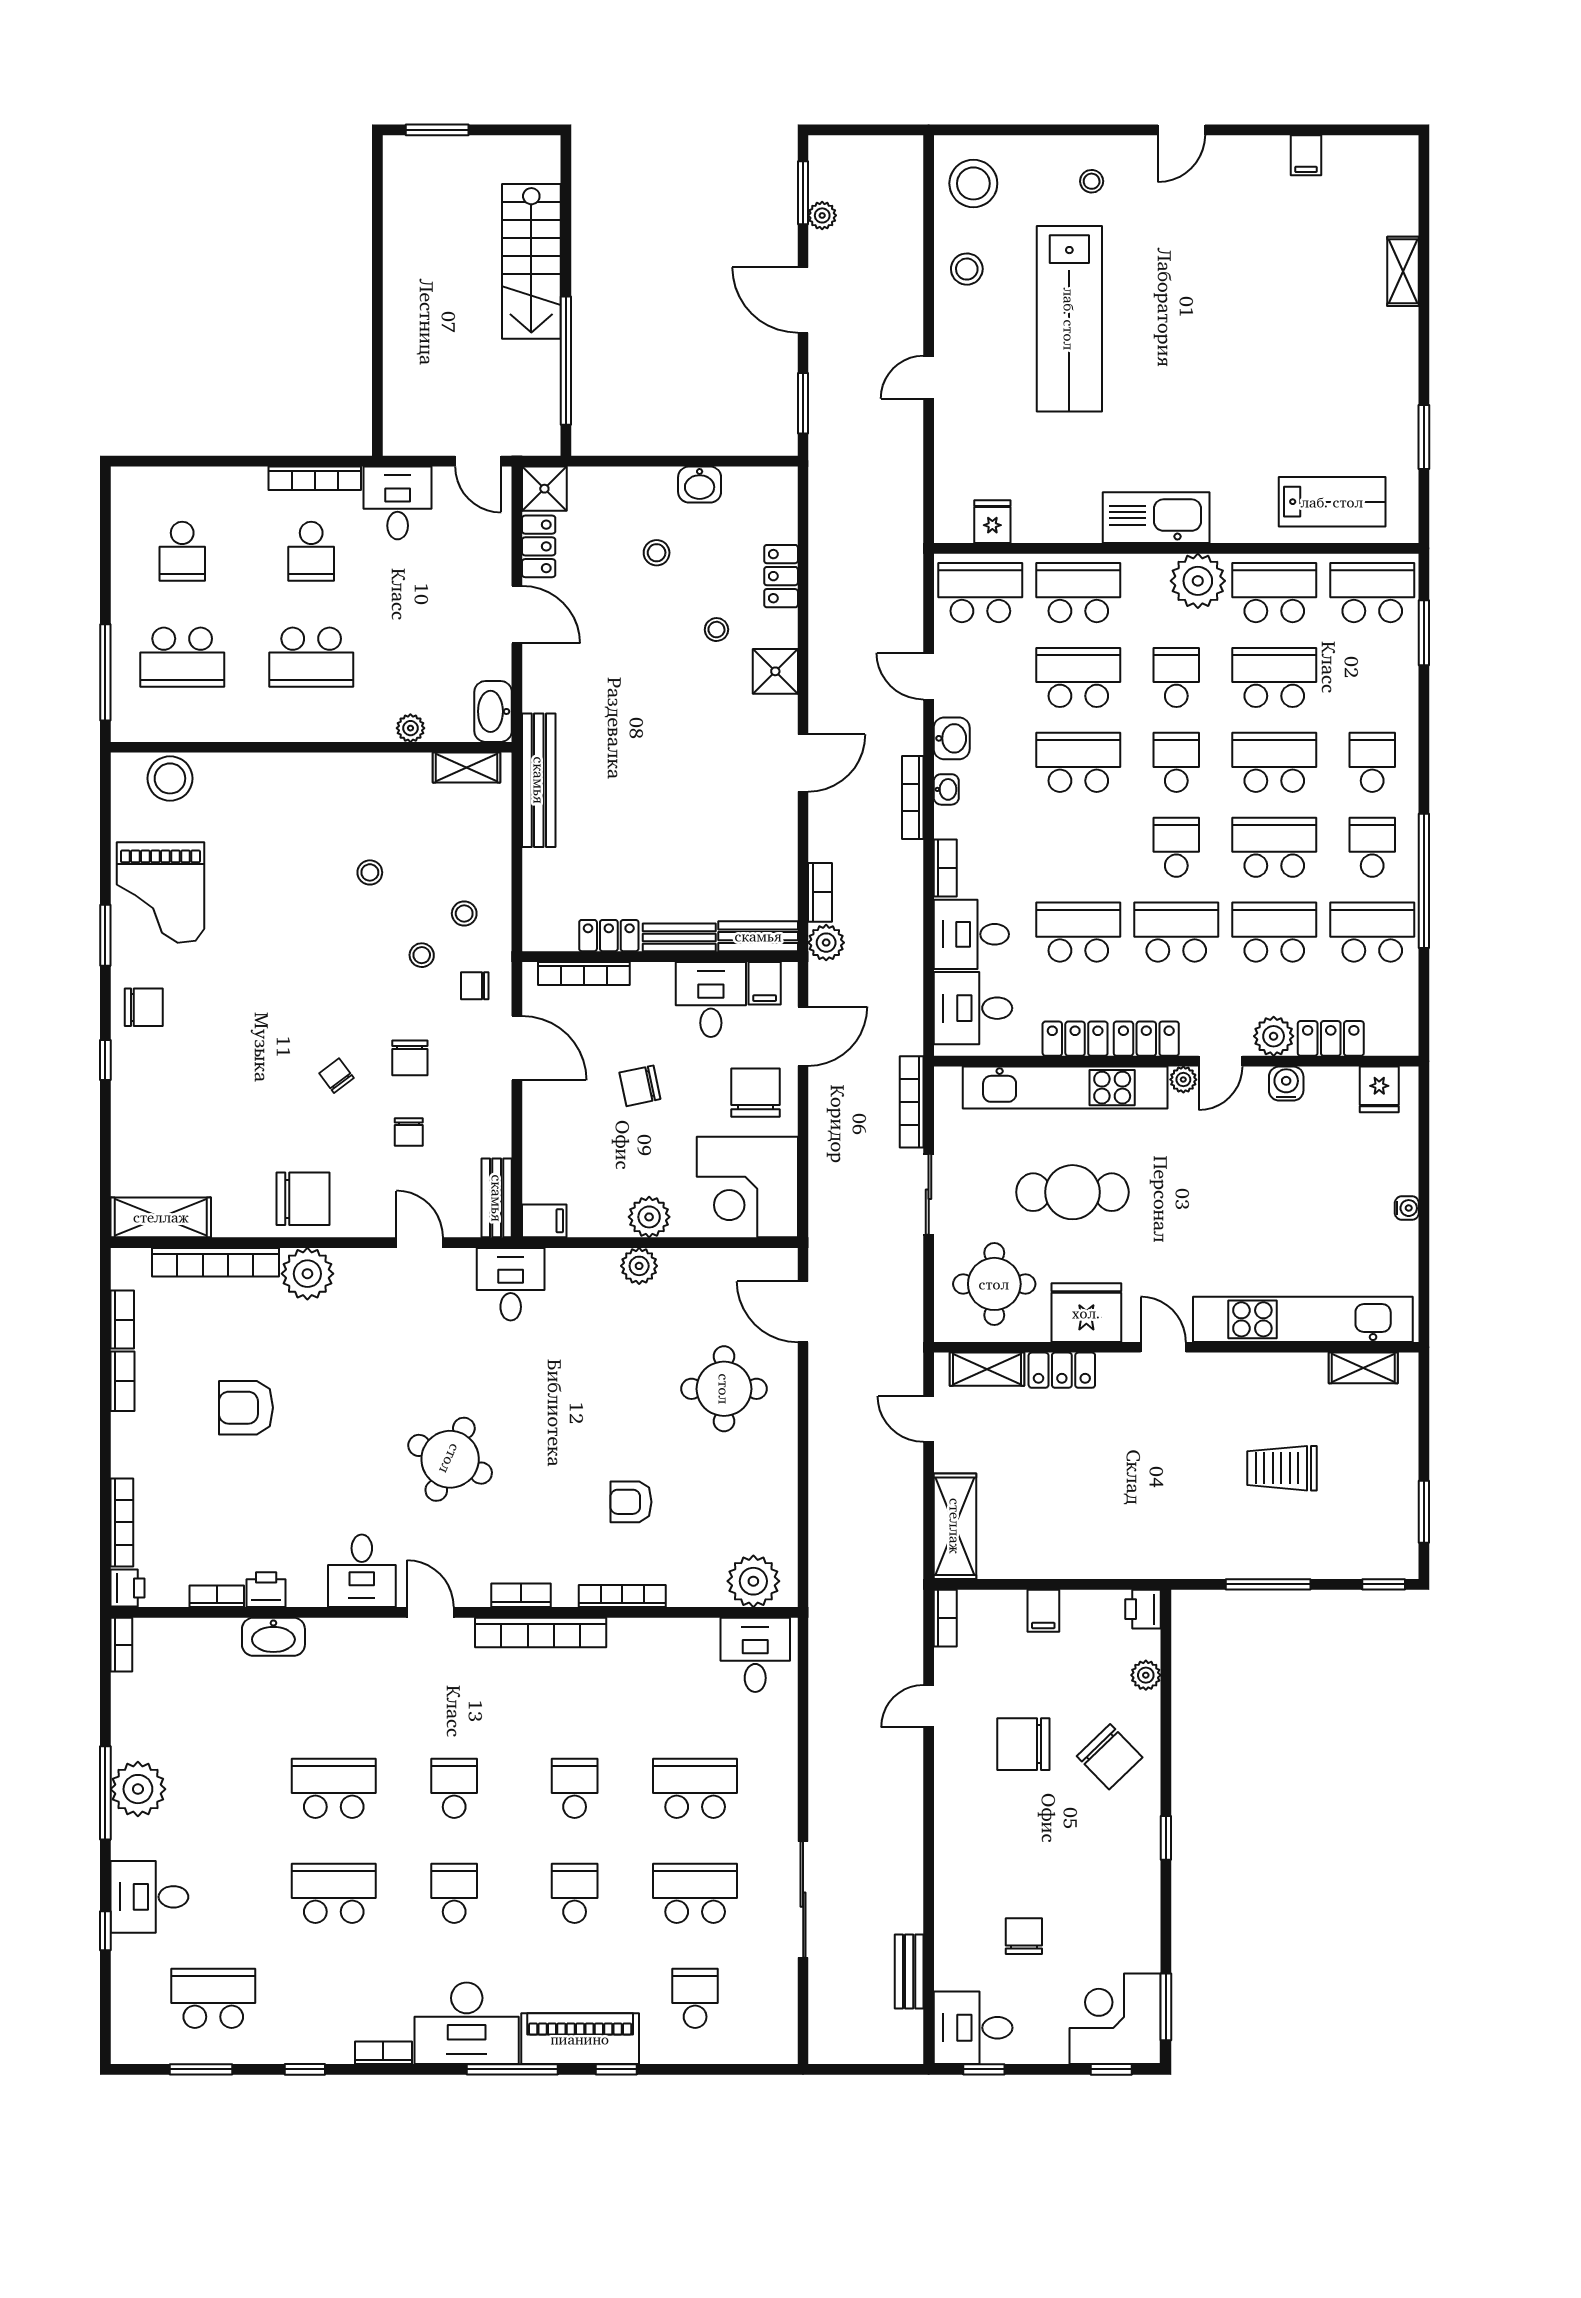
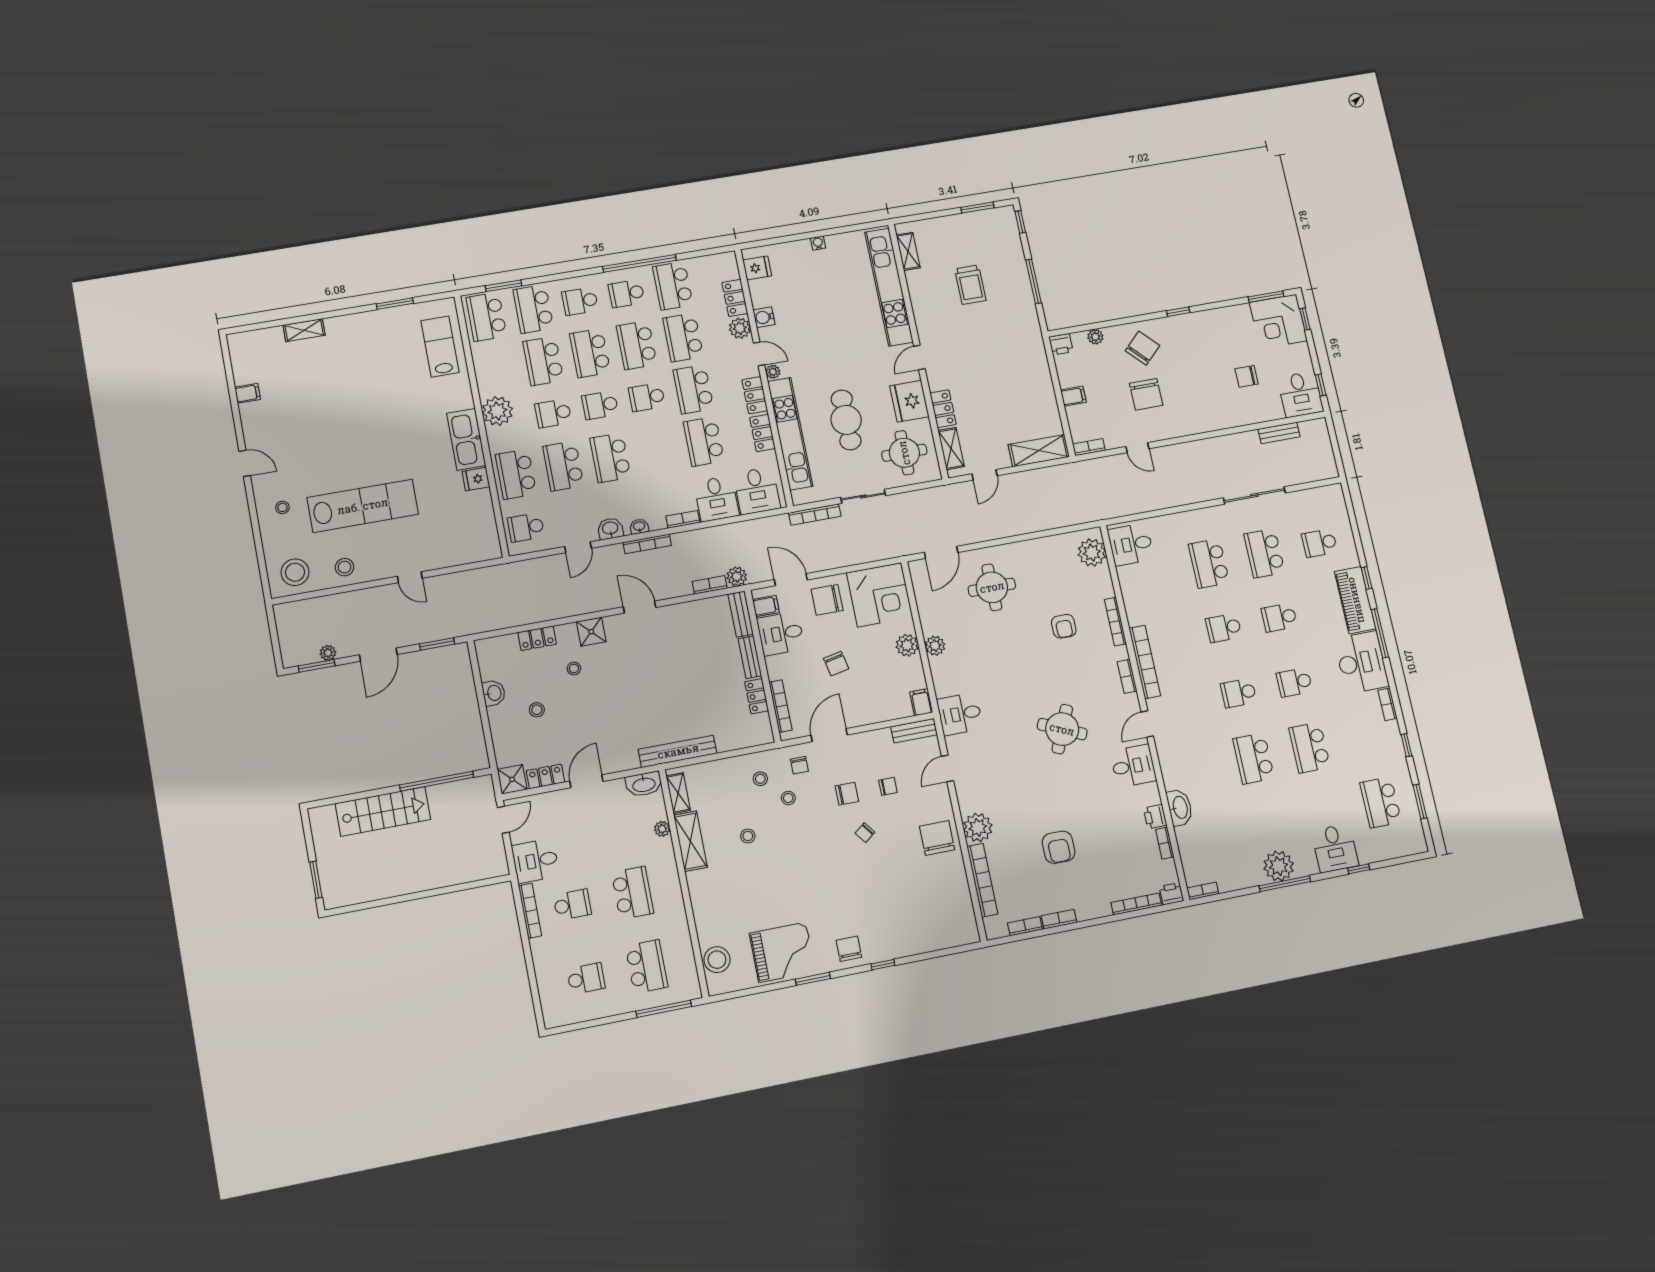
fridge: (992, 522) -> (476, 479), moved
school desk: (980, 593) -> (526, 527), width x0.54
school desk: (1274, 593) -> (533, 309), moved
shelving: (161, 1217) -> (690, 841), moved

